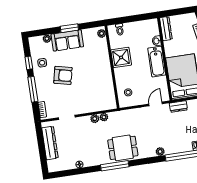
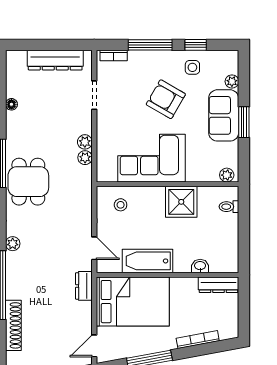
bathtub: (157, 62) -> (148, 261), moved
armchair: (63, 75) -> (166, 99), turned 107
corner sofa: (98, 79) -> (152, 158), added

